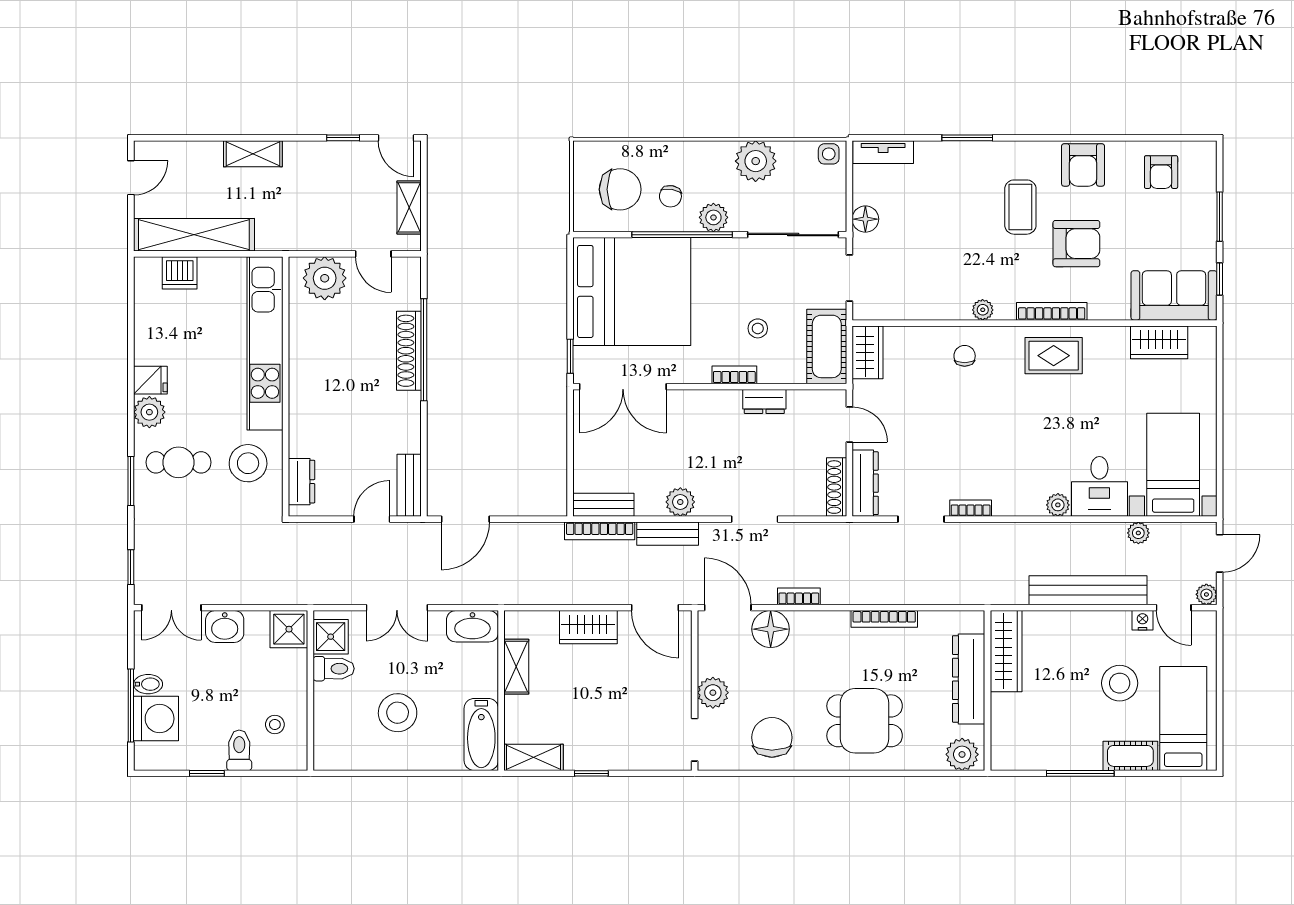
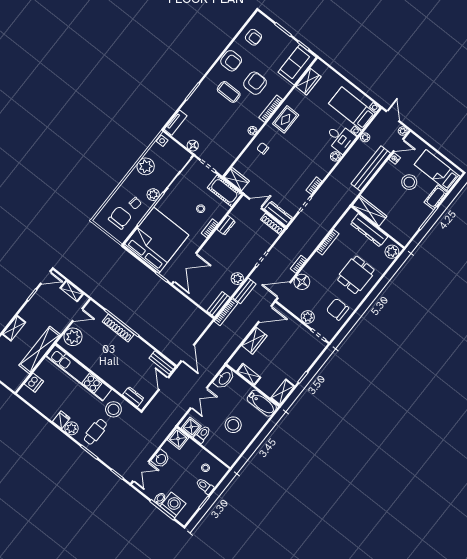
shelving: (194, 235) -> (40, 350), moved

